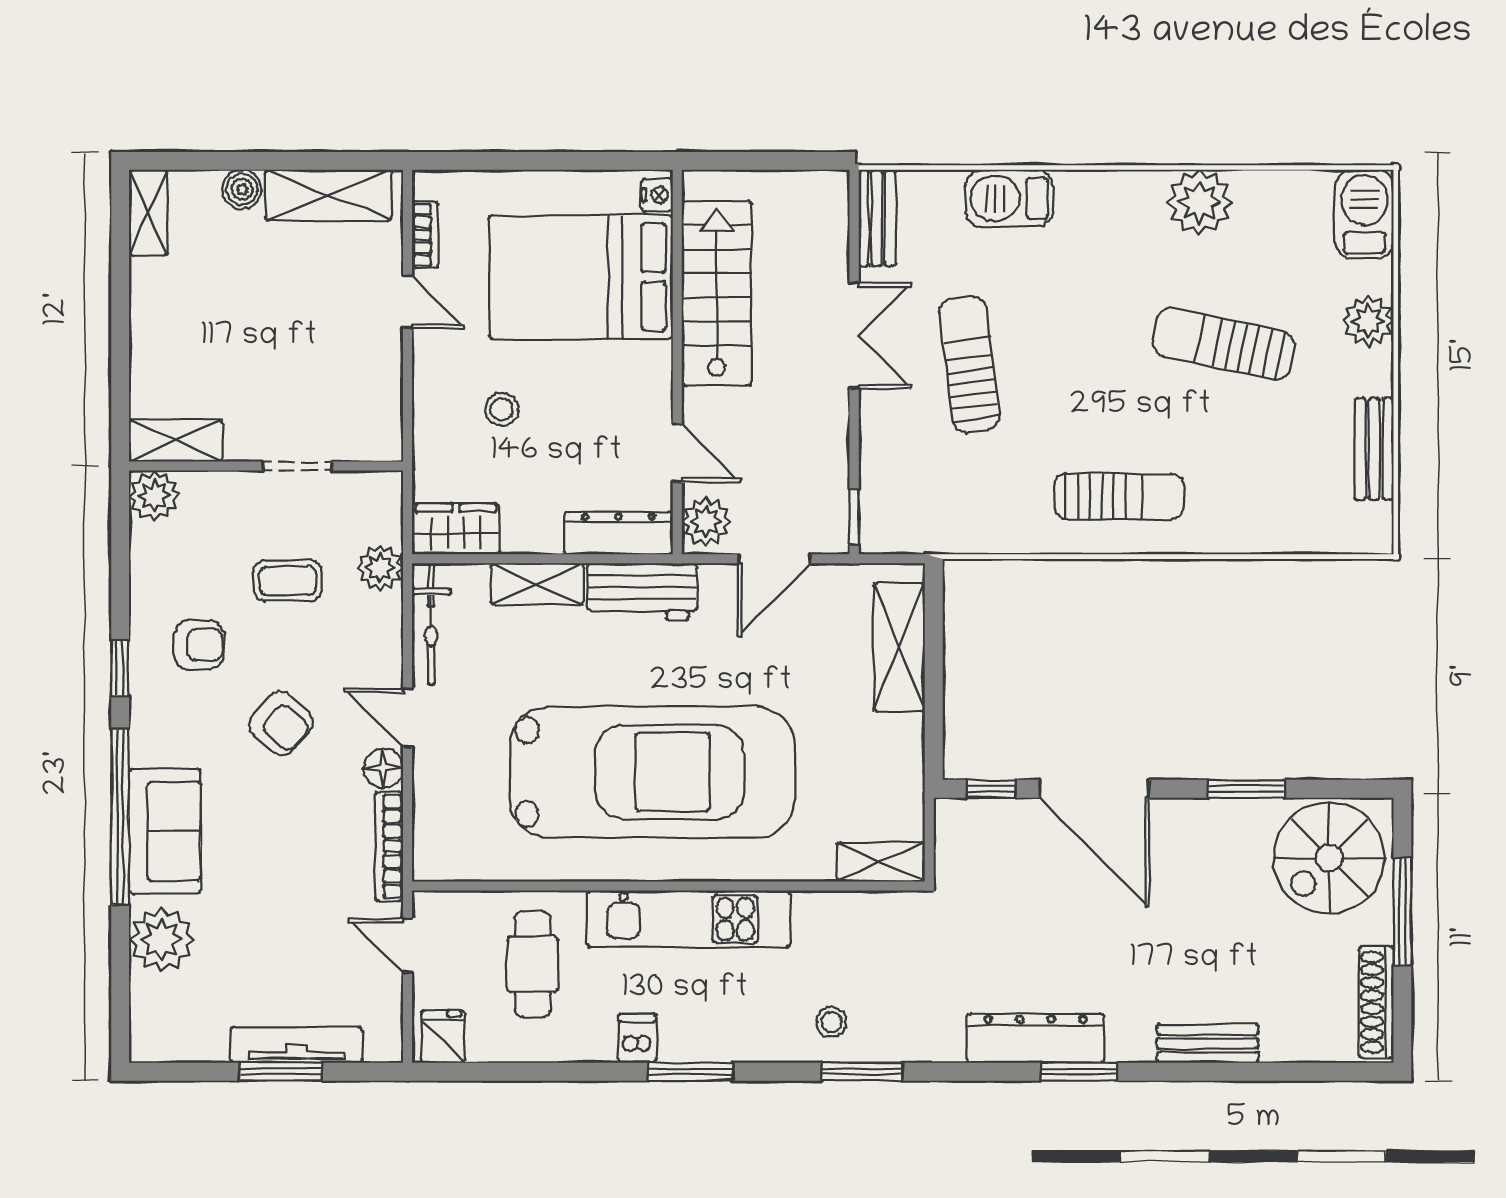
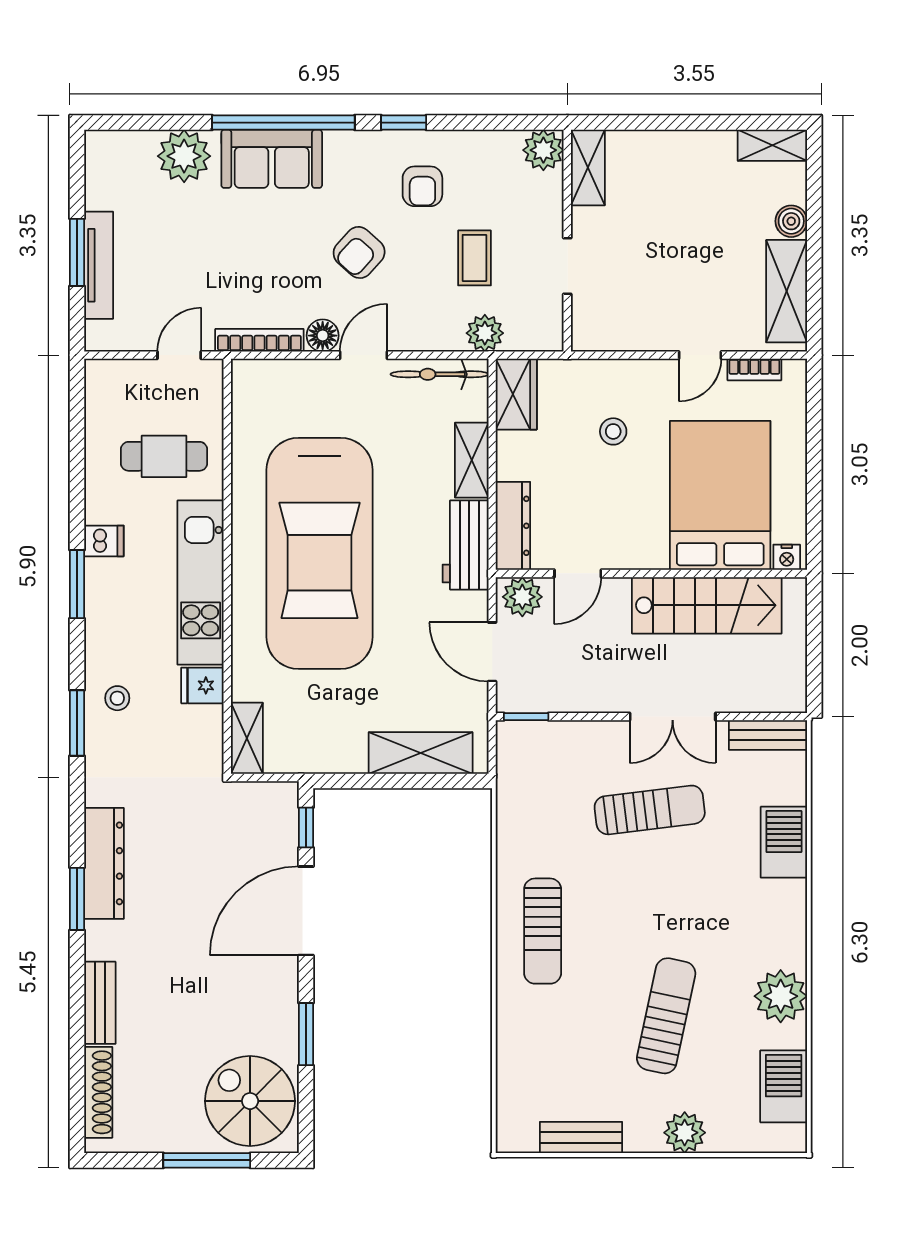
barbecue: (1365, 214) -> (784, 1086), moved, turned -90
shoe rack: (1376, 1002) -> (98, 1092), moved, turned 90
fridge: (443, 1037) -> (202, 685), moved, turned 180

